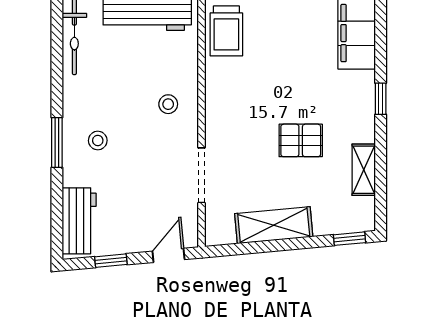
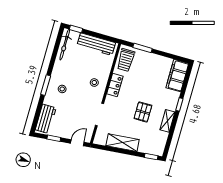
locker: (218, 96) -> (115, 85), added
pallet: (301, 140) -> (143, 112), turned 90
shelving: (364, 170) -> (167, 121), moved

